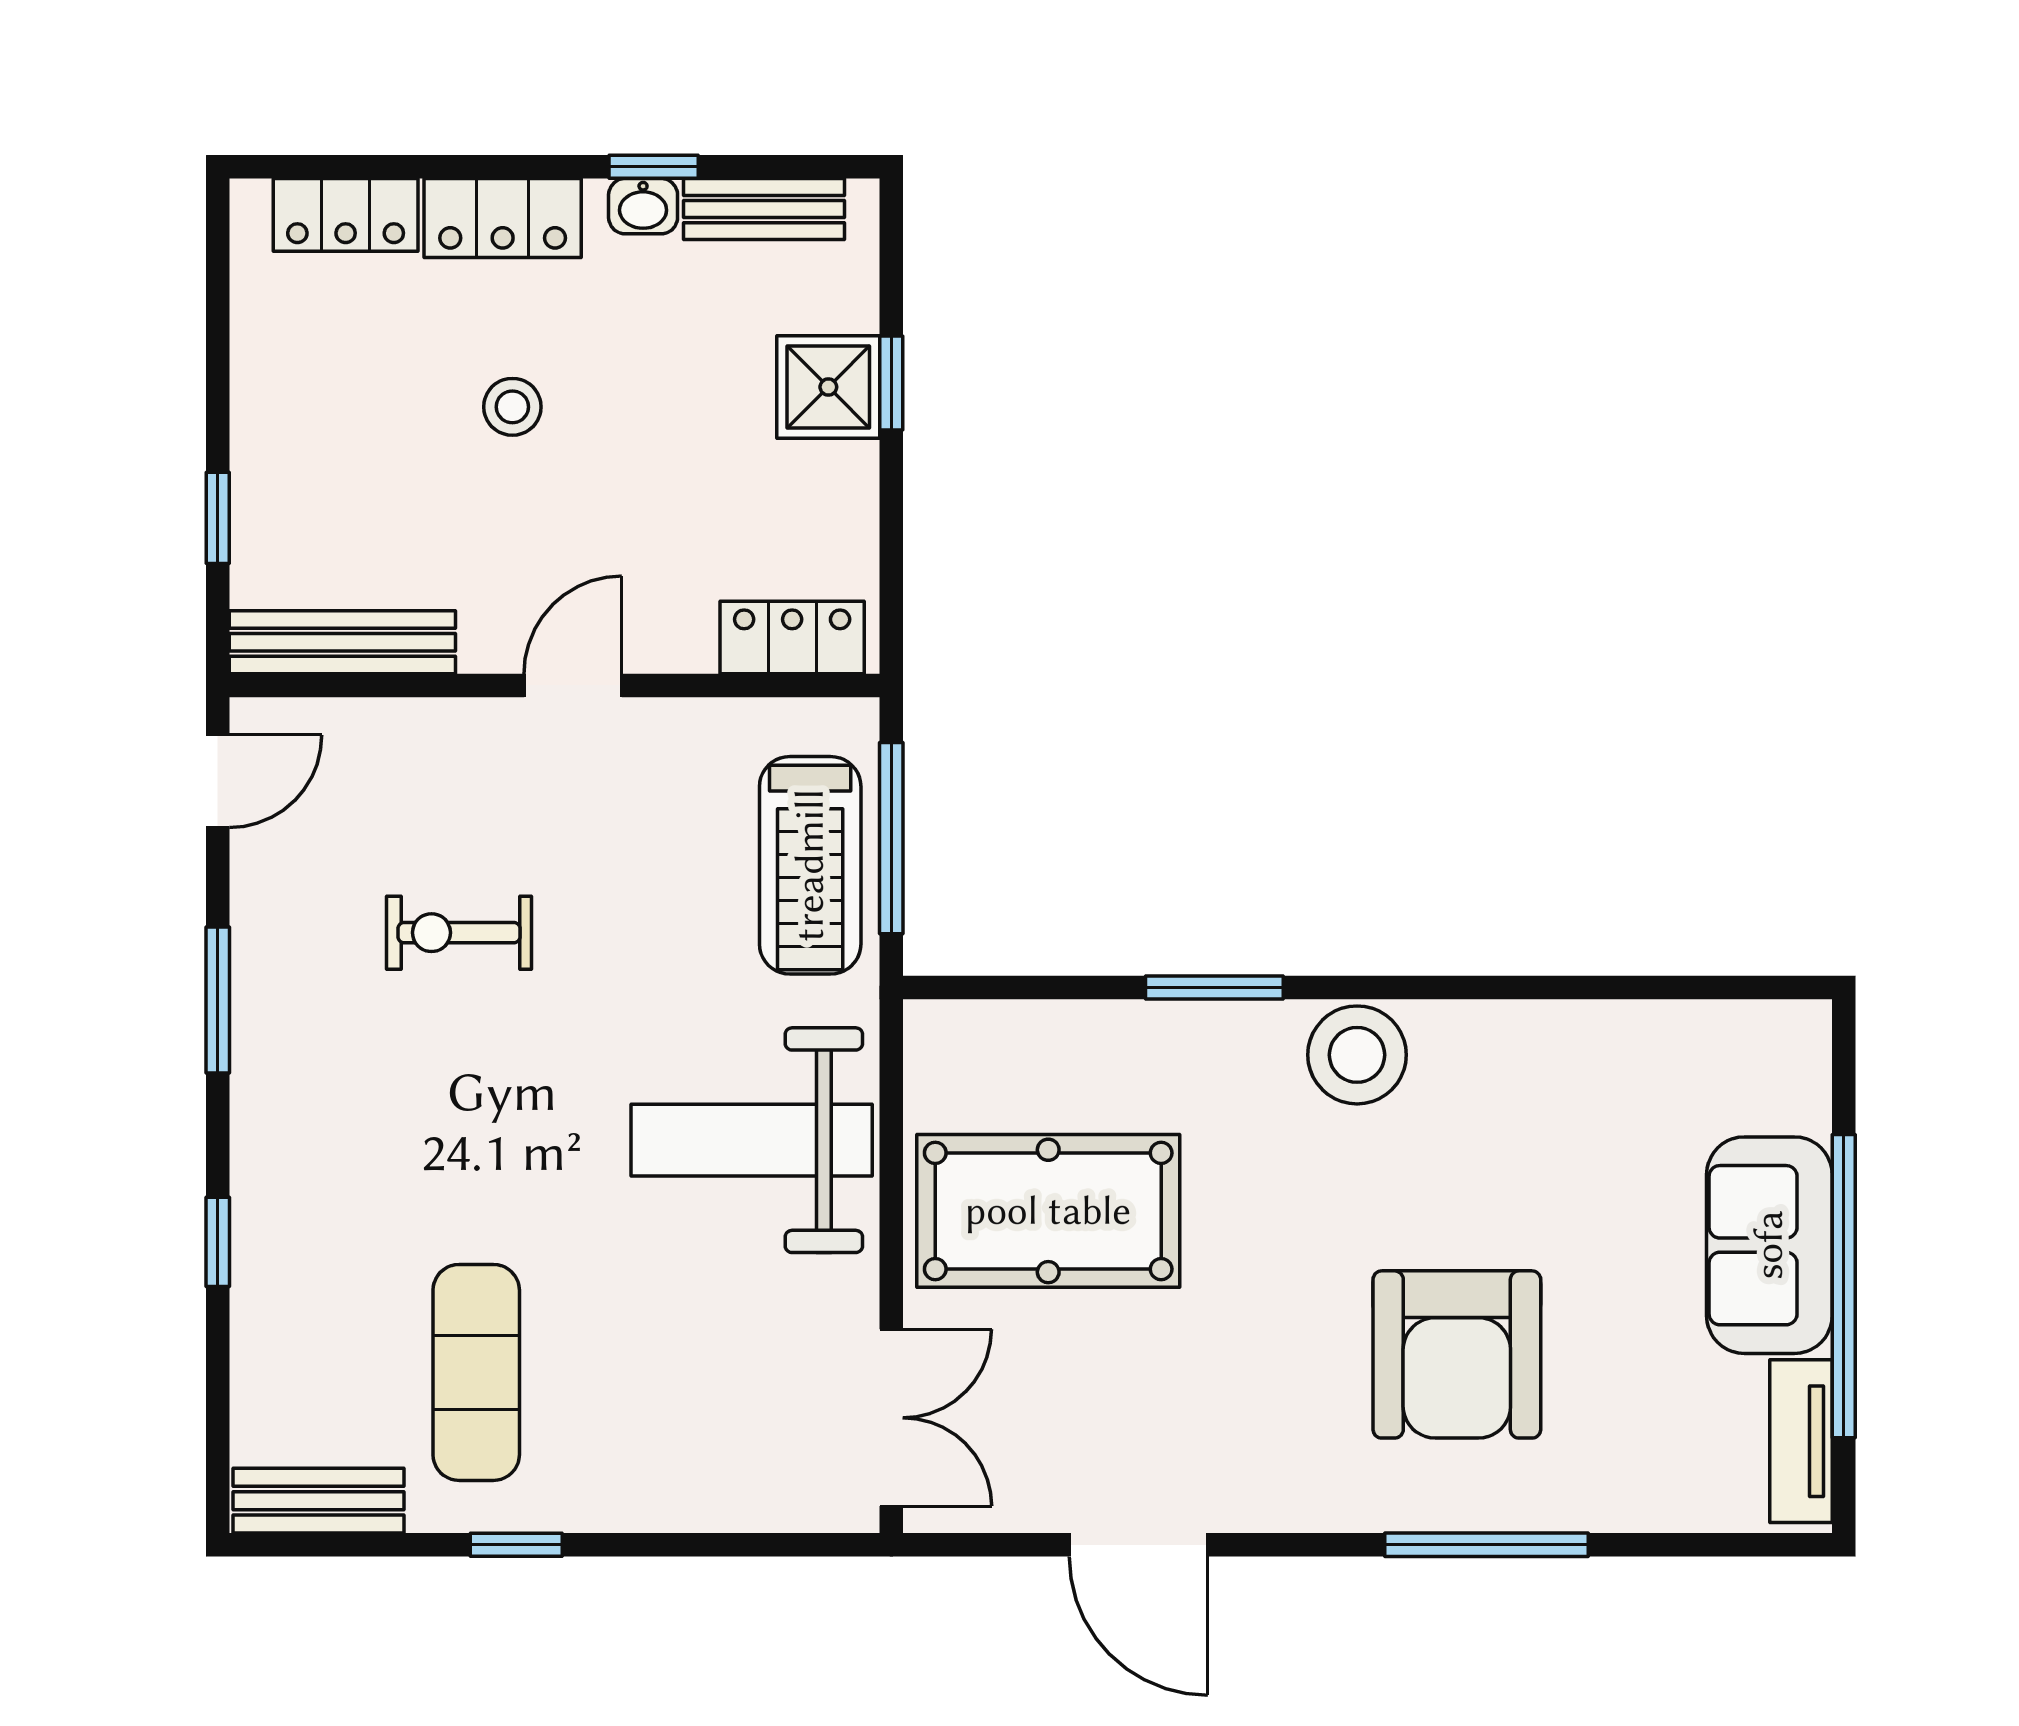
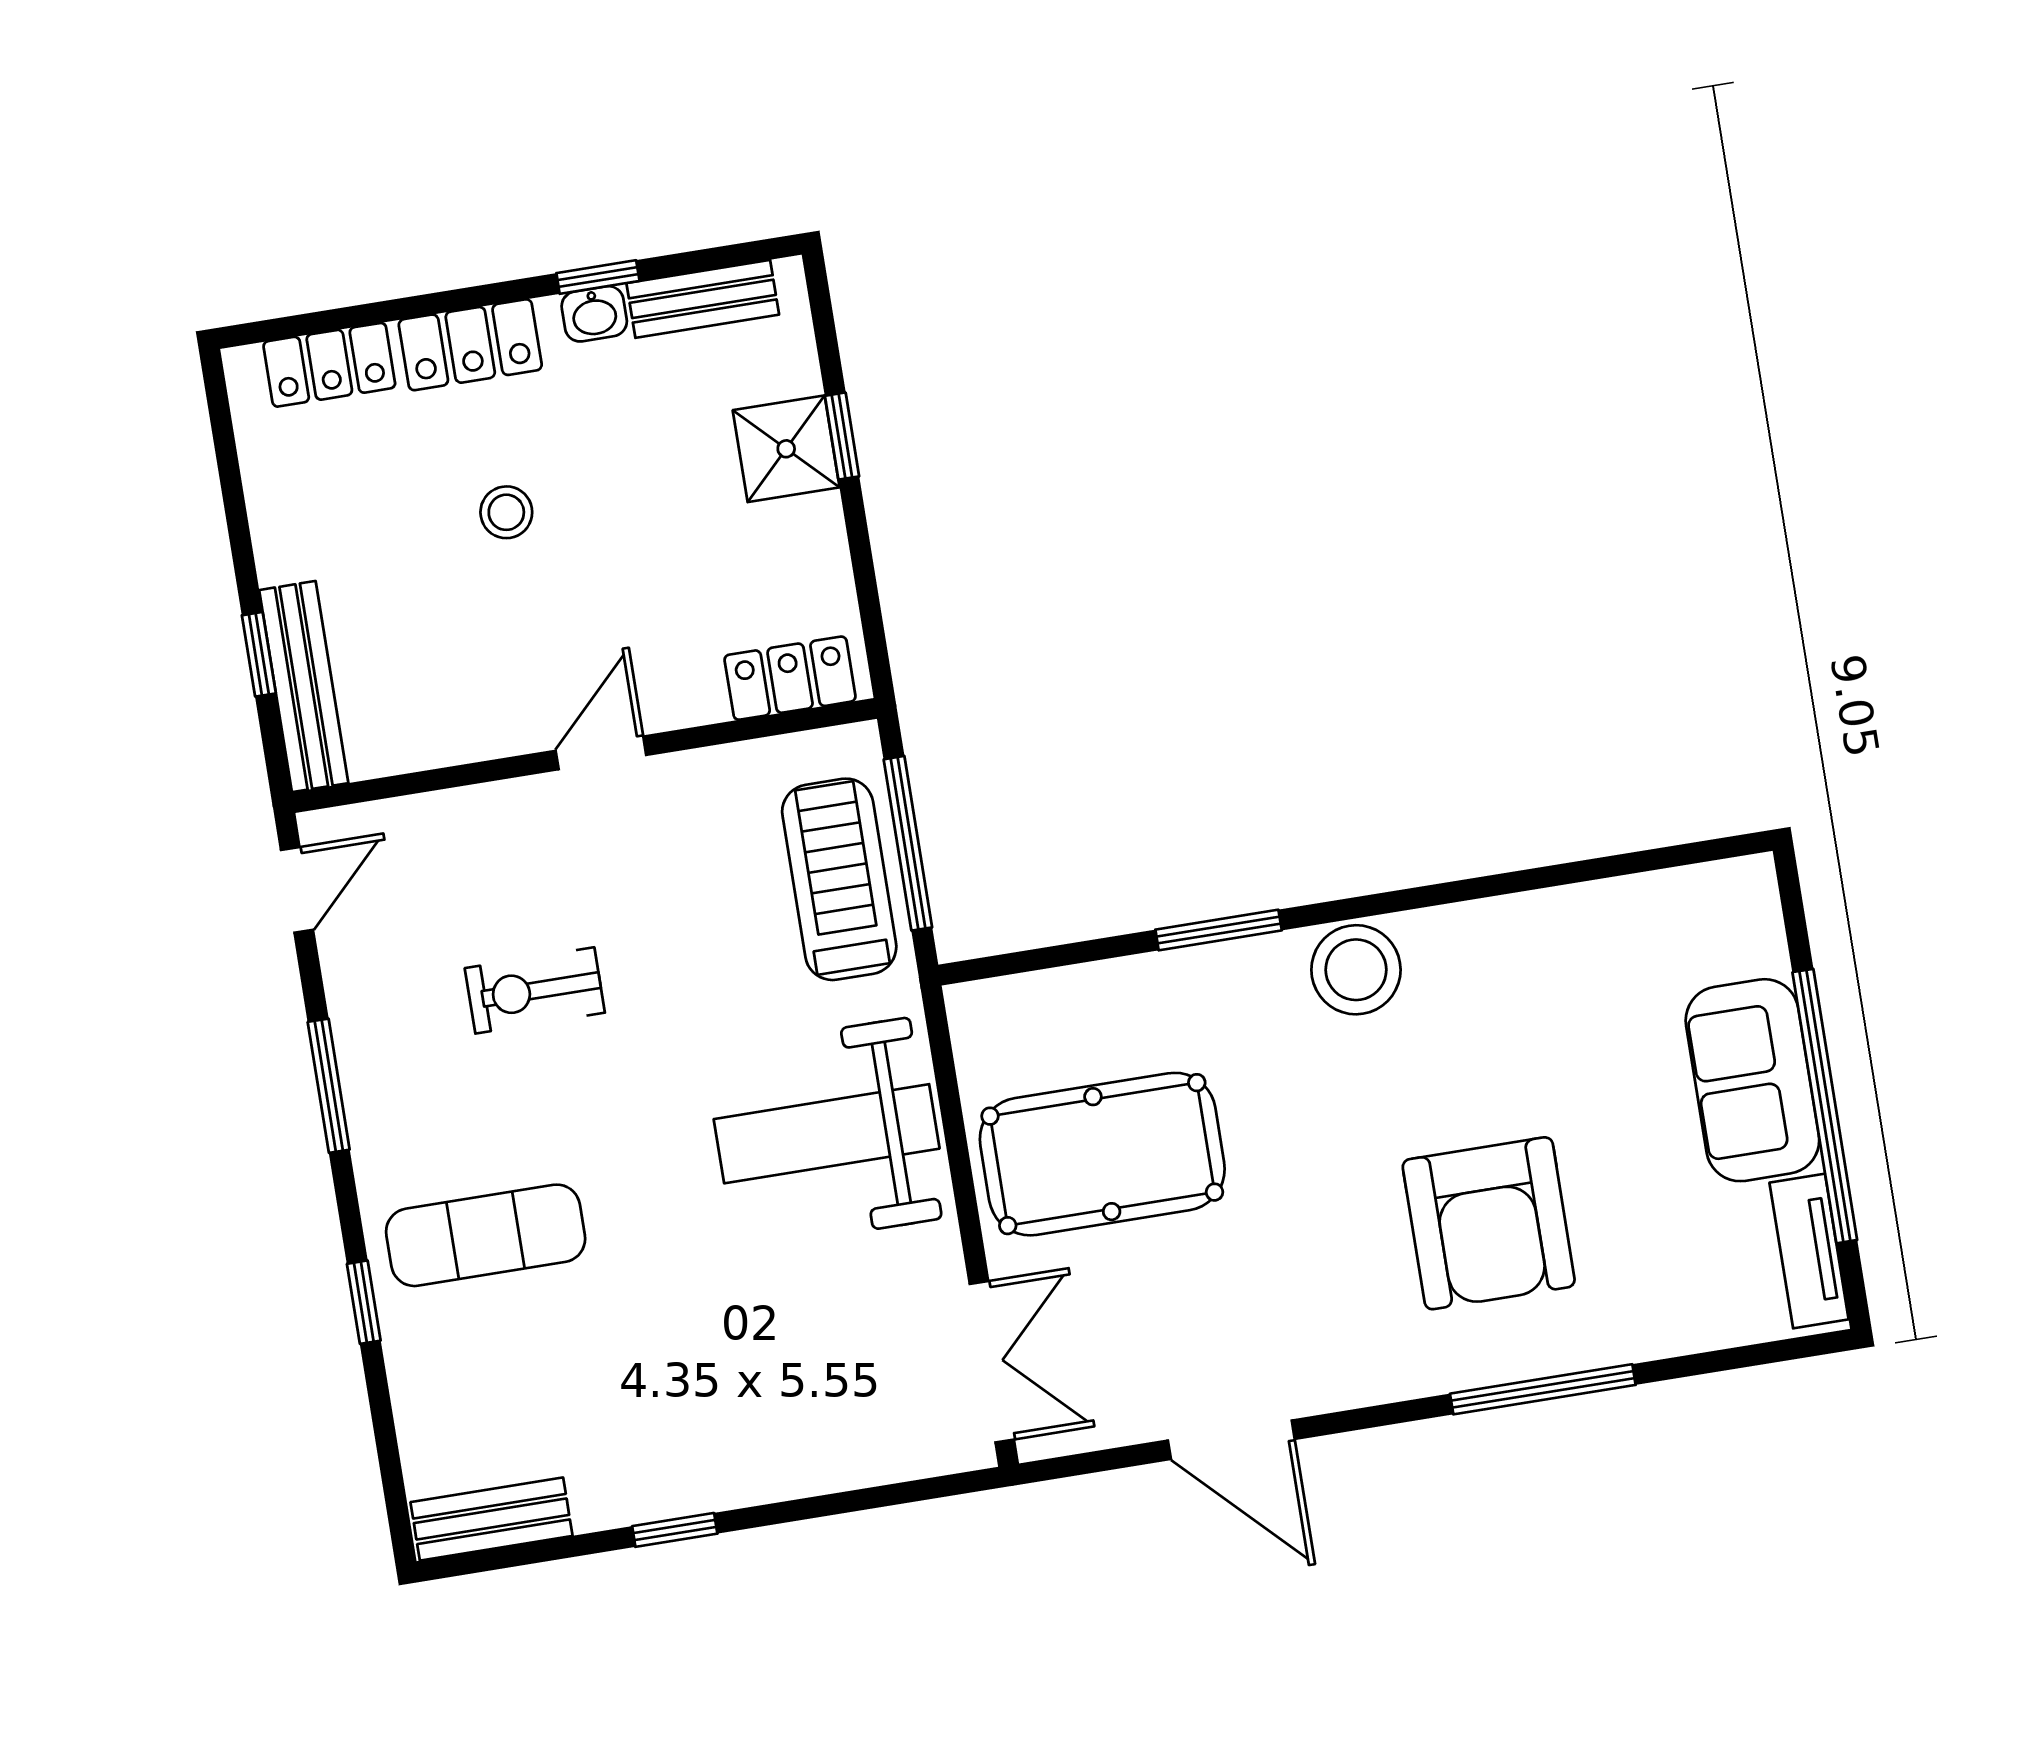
bench: (342, 642) -> (304, 687), moved, turned 90
treadmill: (810, 865) -> (839, 879), turned 180
exercise mat: (476, 1372) -> (486, 1235), moved, turned 90

